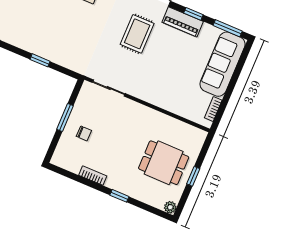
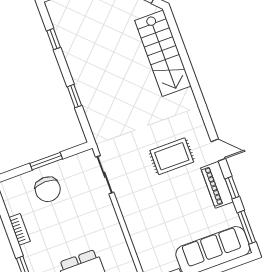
chair: (84, 133) -> (48, 189), width x1.87, depth x1.87

